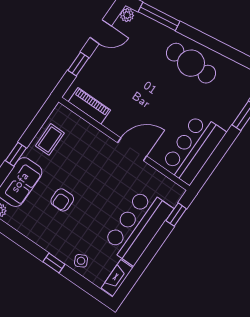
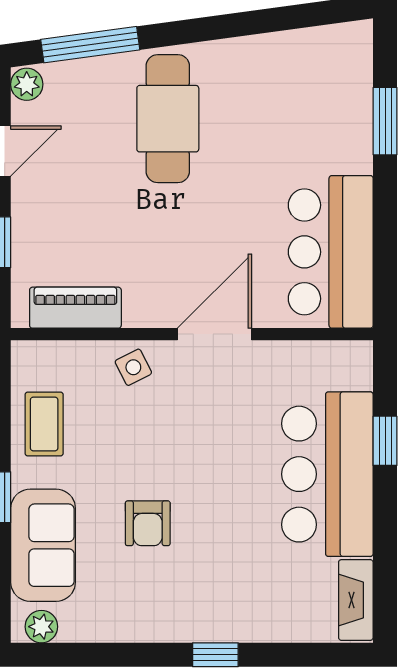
cafe table: (191, 63) -> (168, 119), moved, turned 90
window: (176, 215) -> (385, 441), moved
side table: (81, 261) -> (133, 367), moved

